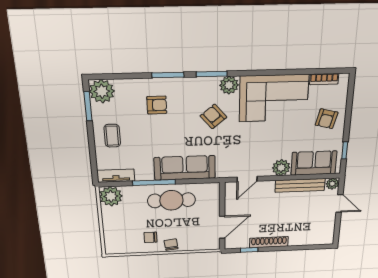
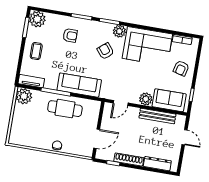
plant: (332, 184) -> (181, 120), removed
chair: (150, 237) -> (44, 136), removed
dresser: (307, 240) -> (157, 164), added

